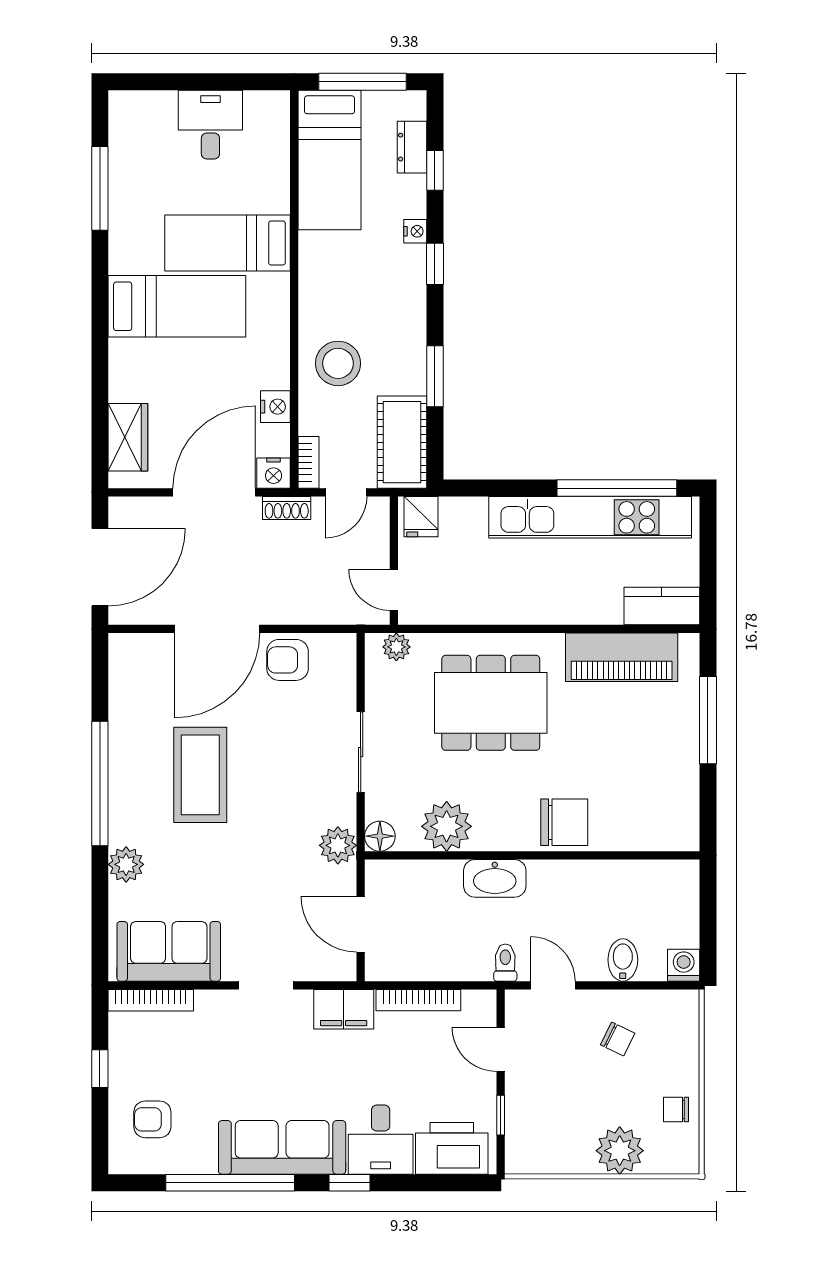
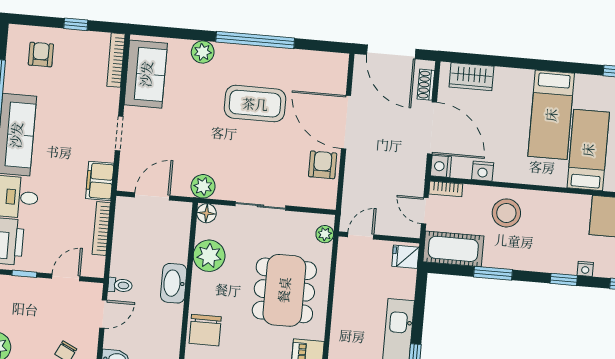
shoe rack: (287, 508) -> (426, 85), moved

